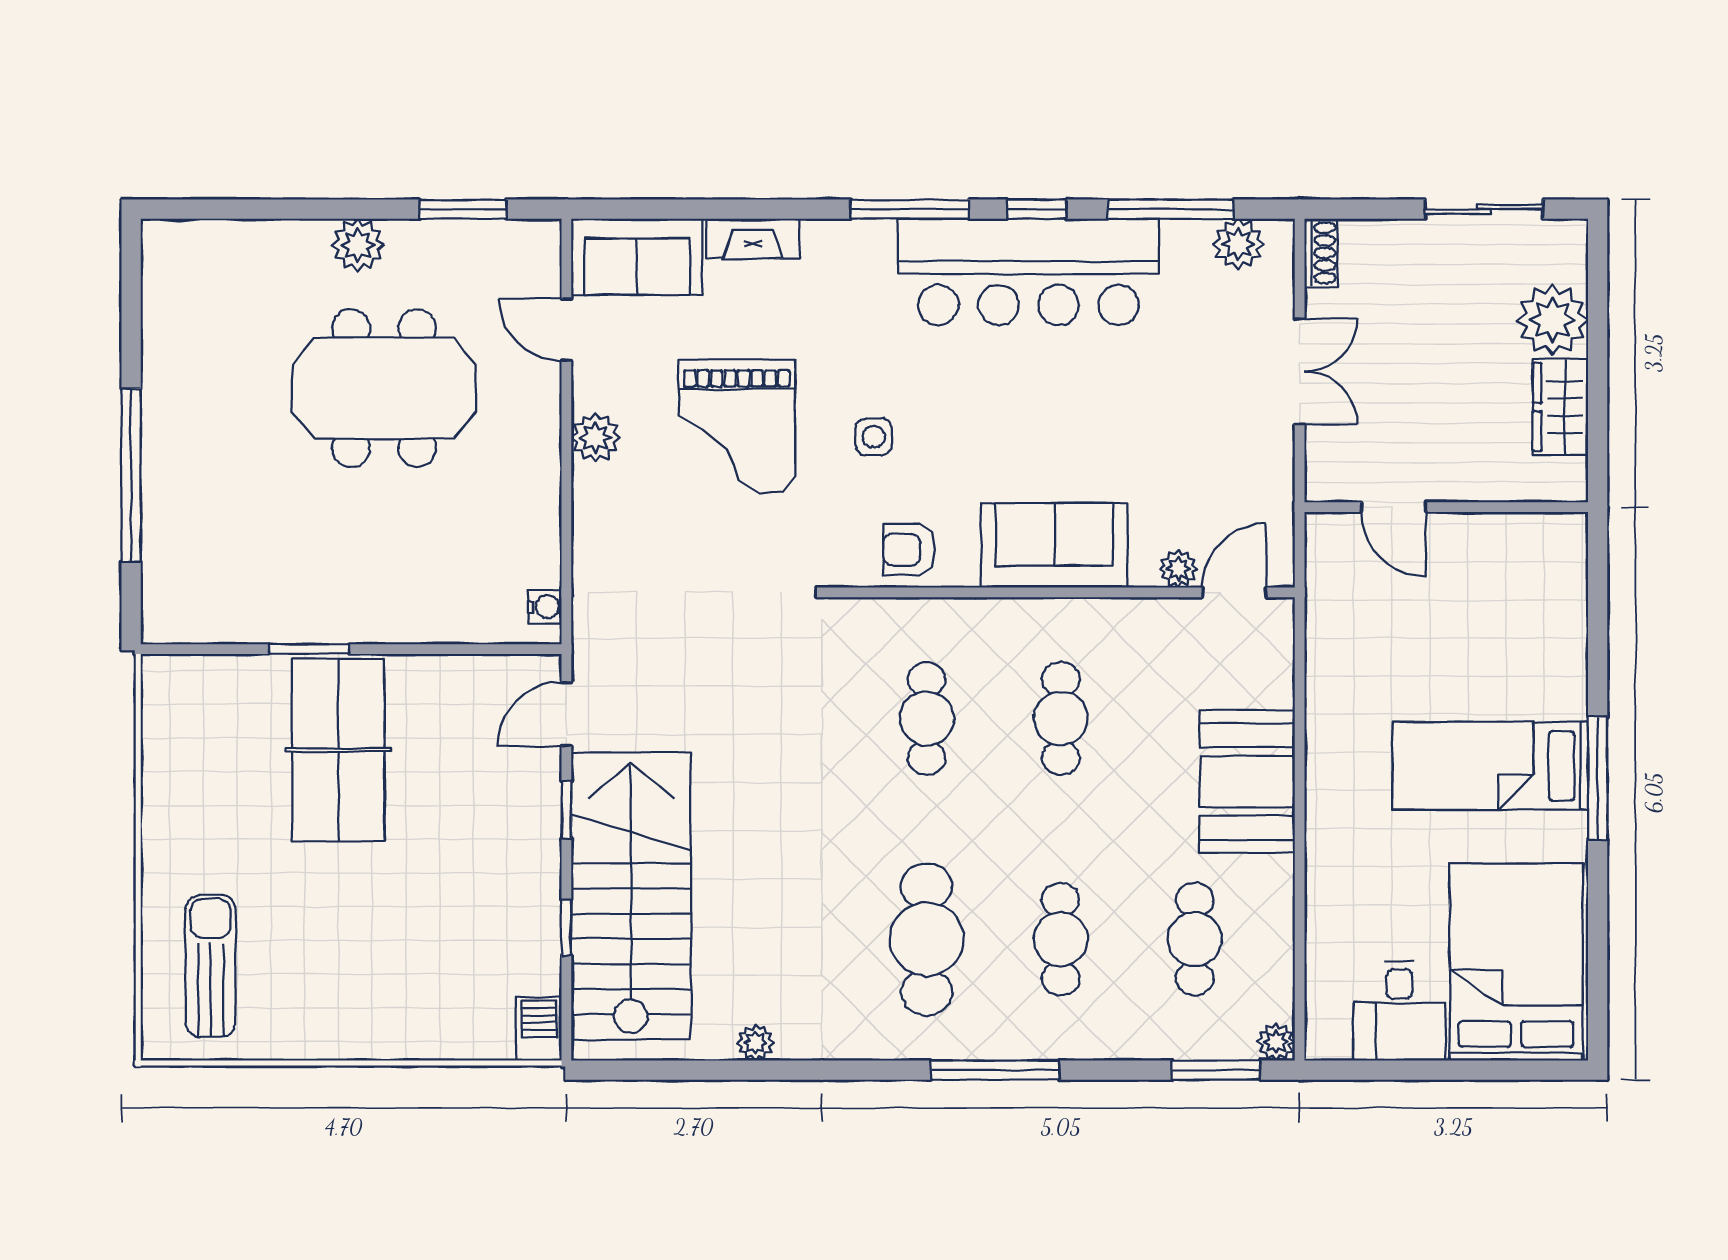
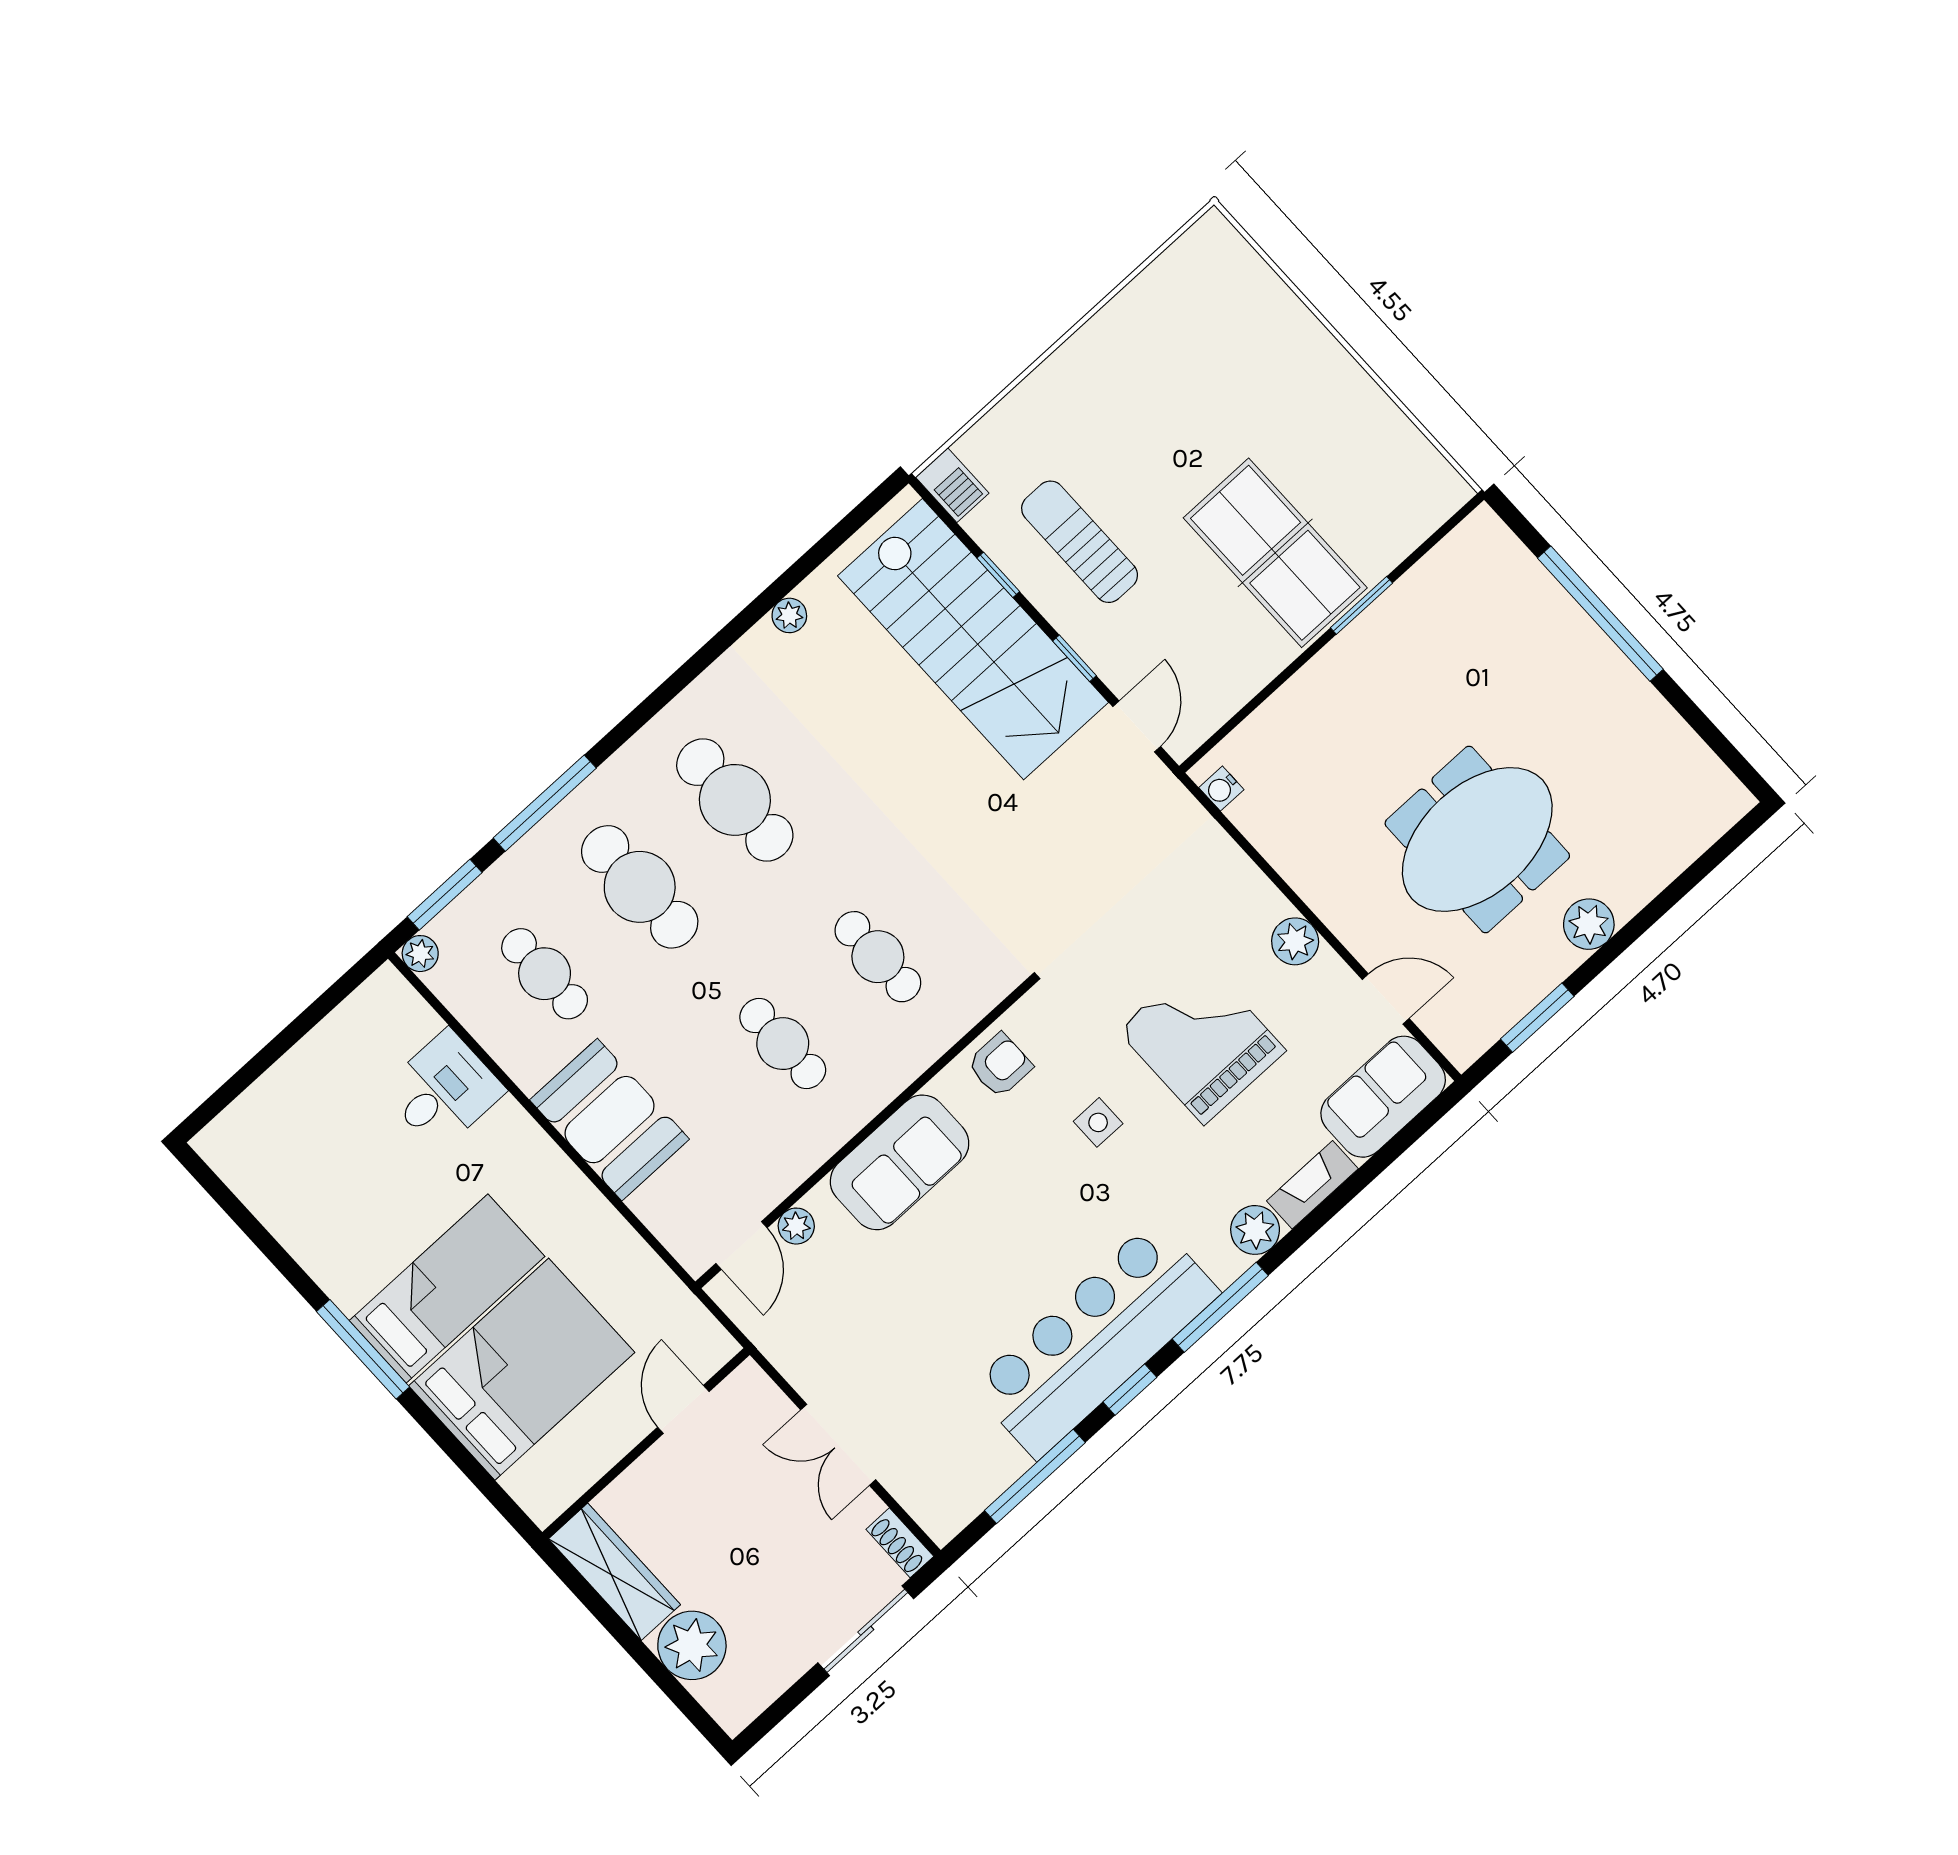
sliding door: (1484, 209) -> (866, 1631), moved
plant: (1238, 244) -> (1255, 1230), moved
wardrobe: (1560, 407) -> (614, 1572), width x1.50
door: (1394, 507) -> (683, 1409), hinge flipped
cafe table: (1061, 939) -> (640, 887), width x1.37, depth x1.35
bed: (1516, 962) -> (522, 1369), moved, turned -90
sun lounger: (211, 966) -> (1080, 542), moved, turned 180
desk: (1400, 1011) -> (443, 1090), moved, turned 90
window: (995, 1070) -> (545, 803), moved

